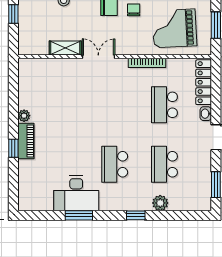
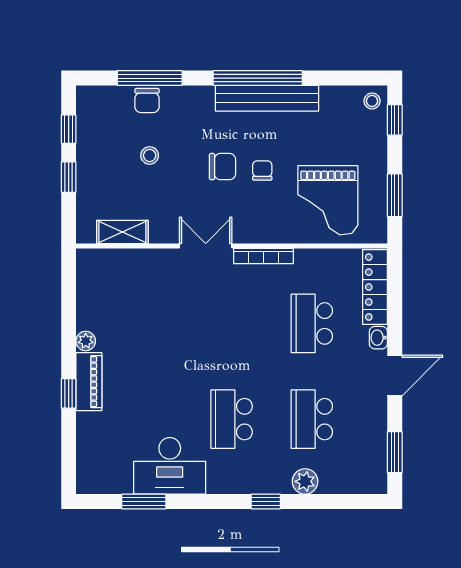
grand piano: (174, 28) -> (328, 200), turned -87
shelving: (65, 48) -> (122, 232), moved
bookcase: (147, 63) -> (263, 256), moved
window: (79, 215) -> (144, 501), moved

